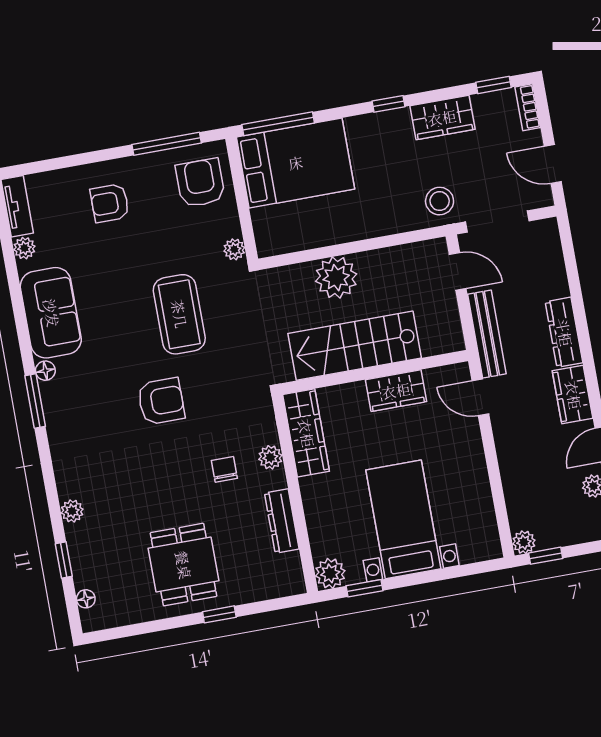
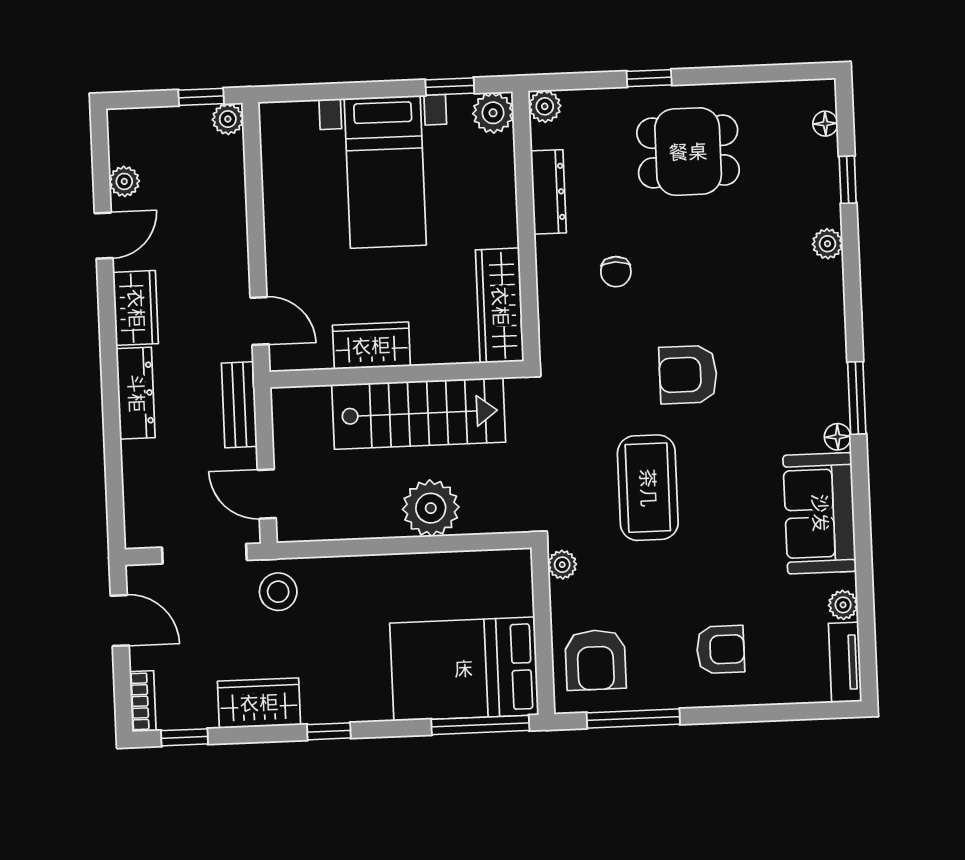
bench: (487, 334) -> (239, 405), width x0.73
plant: (270, 457) -> (545, 106), moved
dining table: (183, 565) -> (688, 152), turned 90

